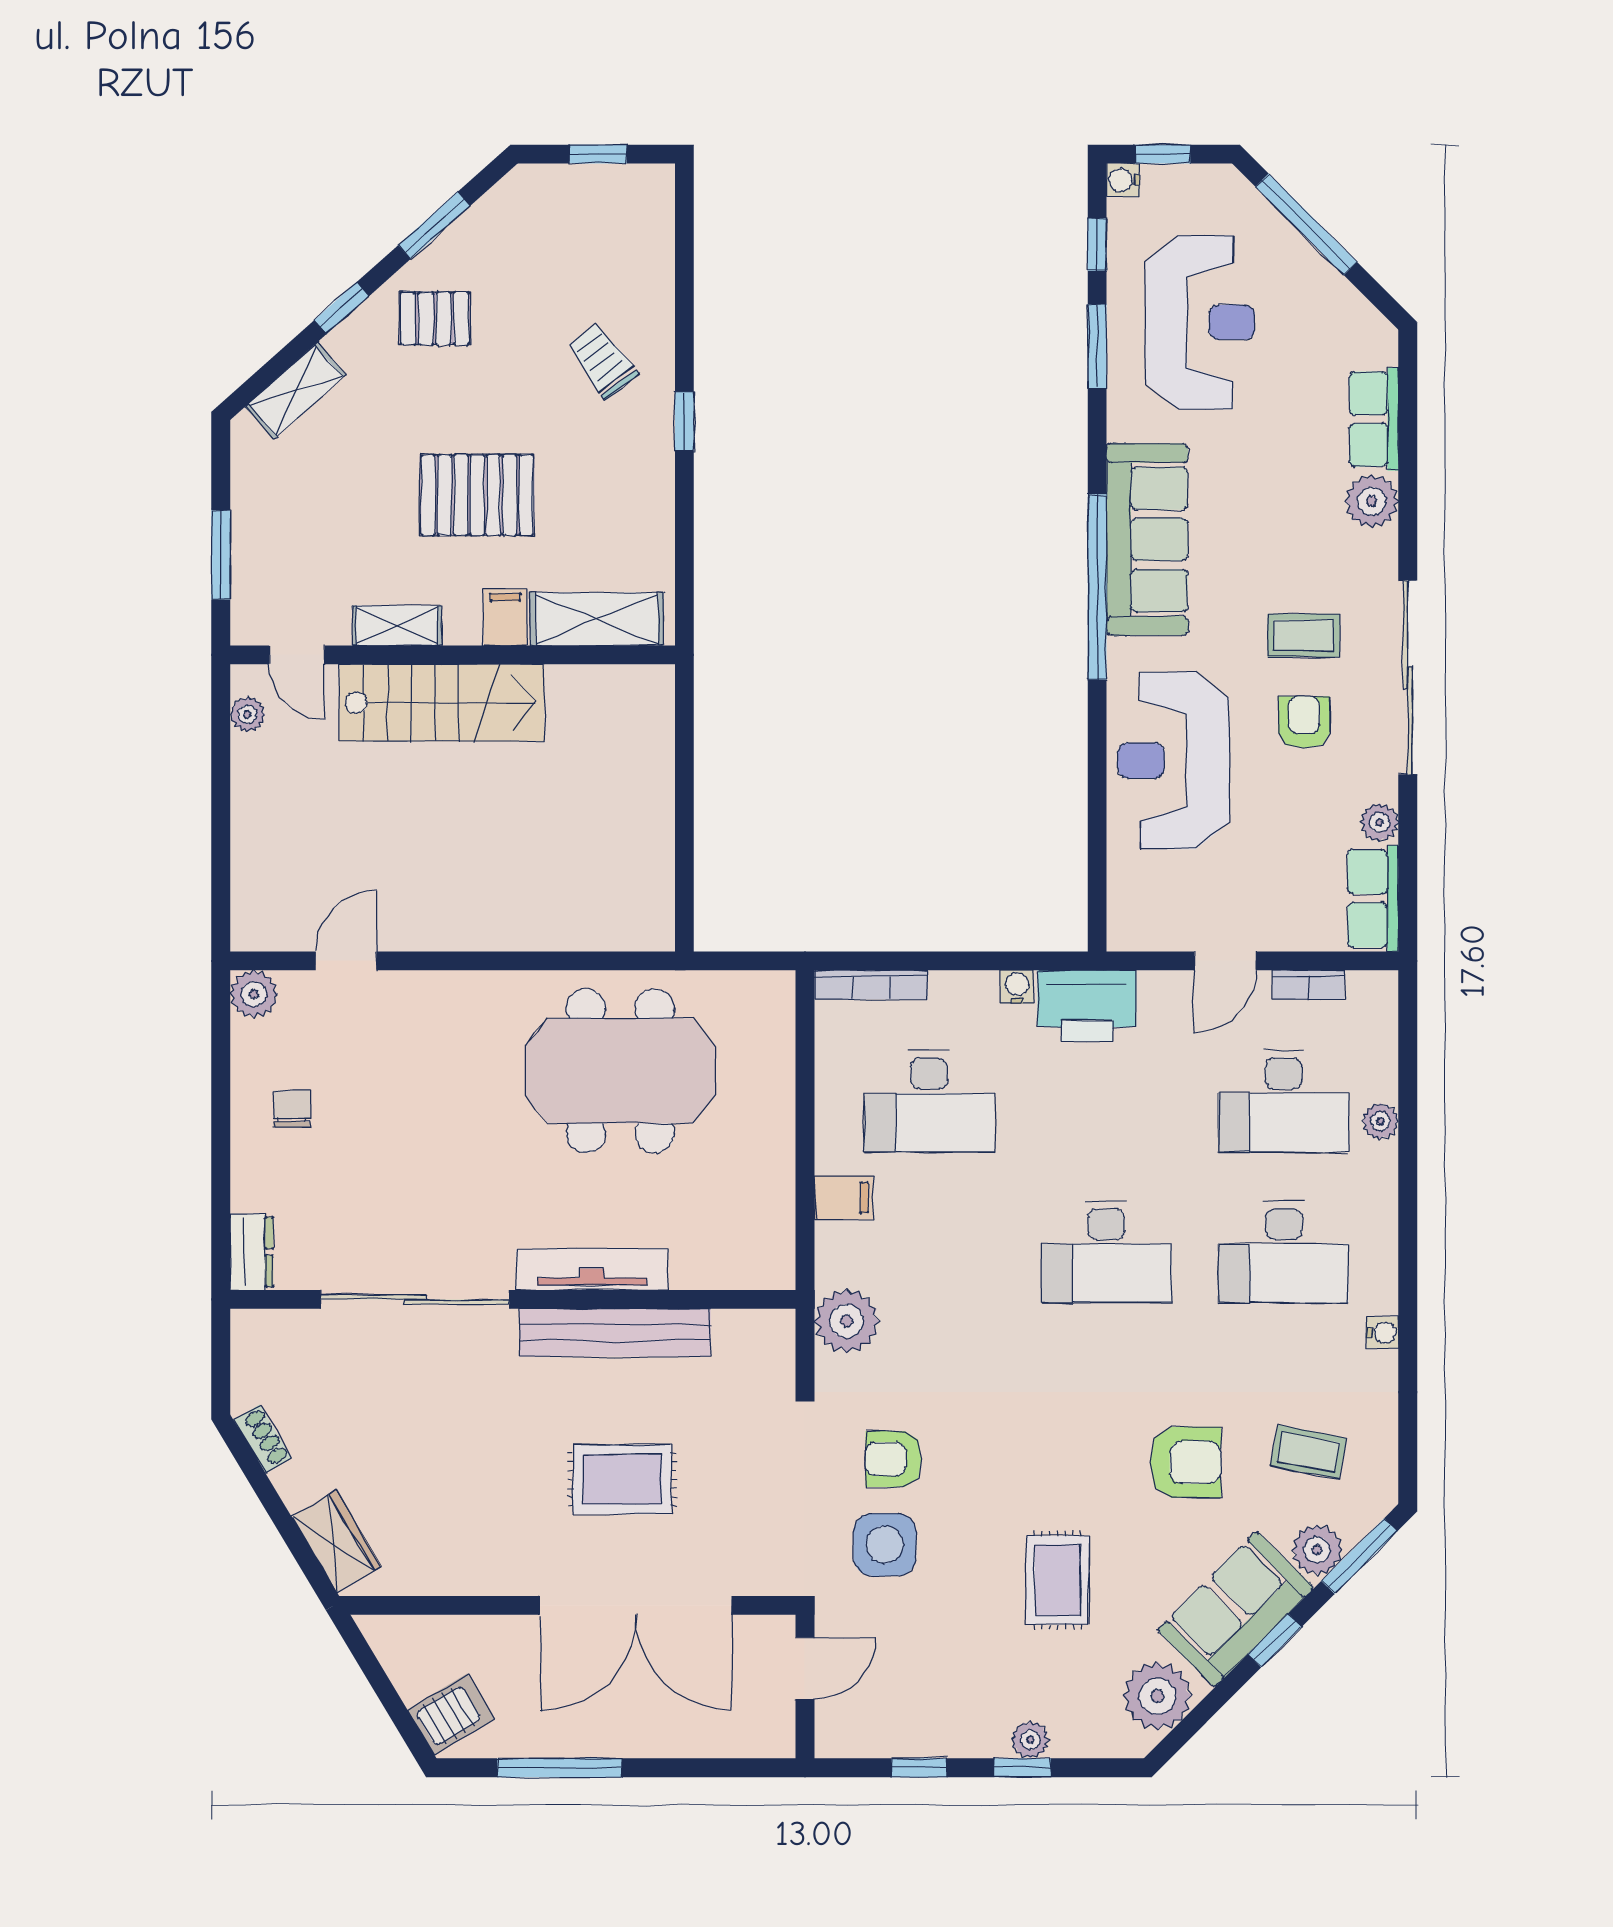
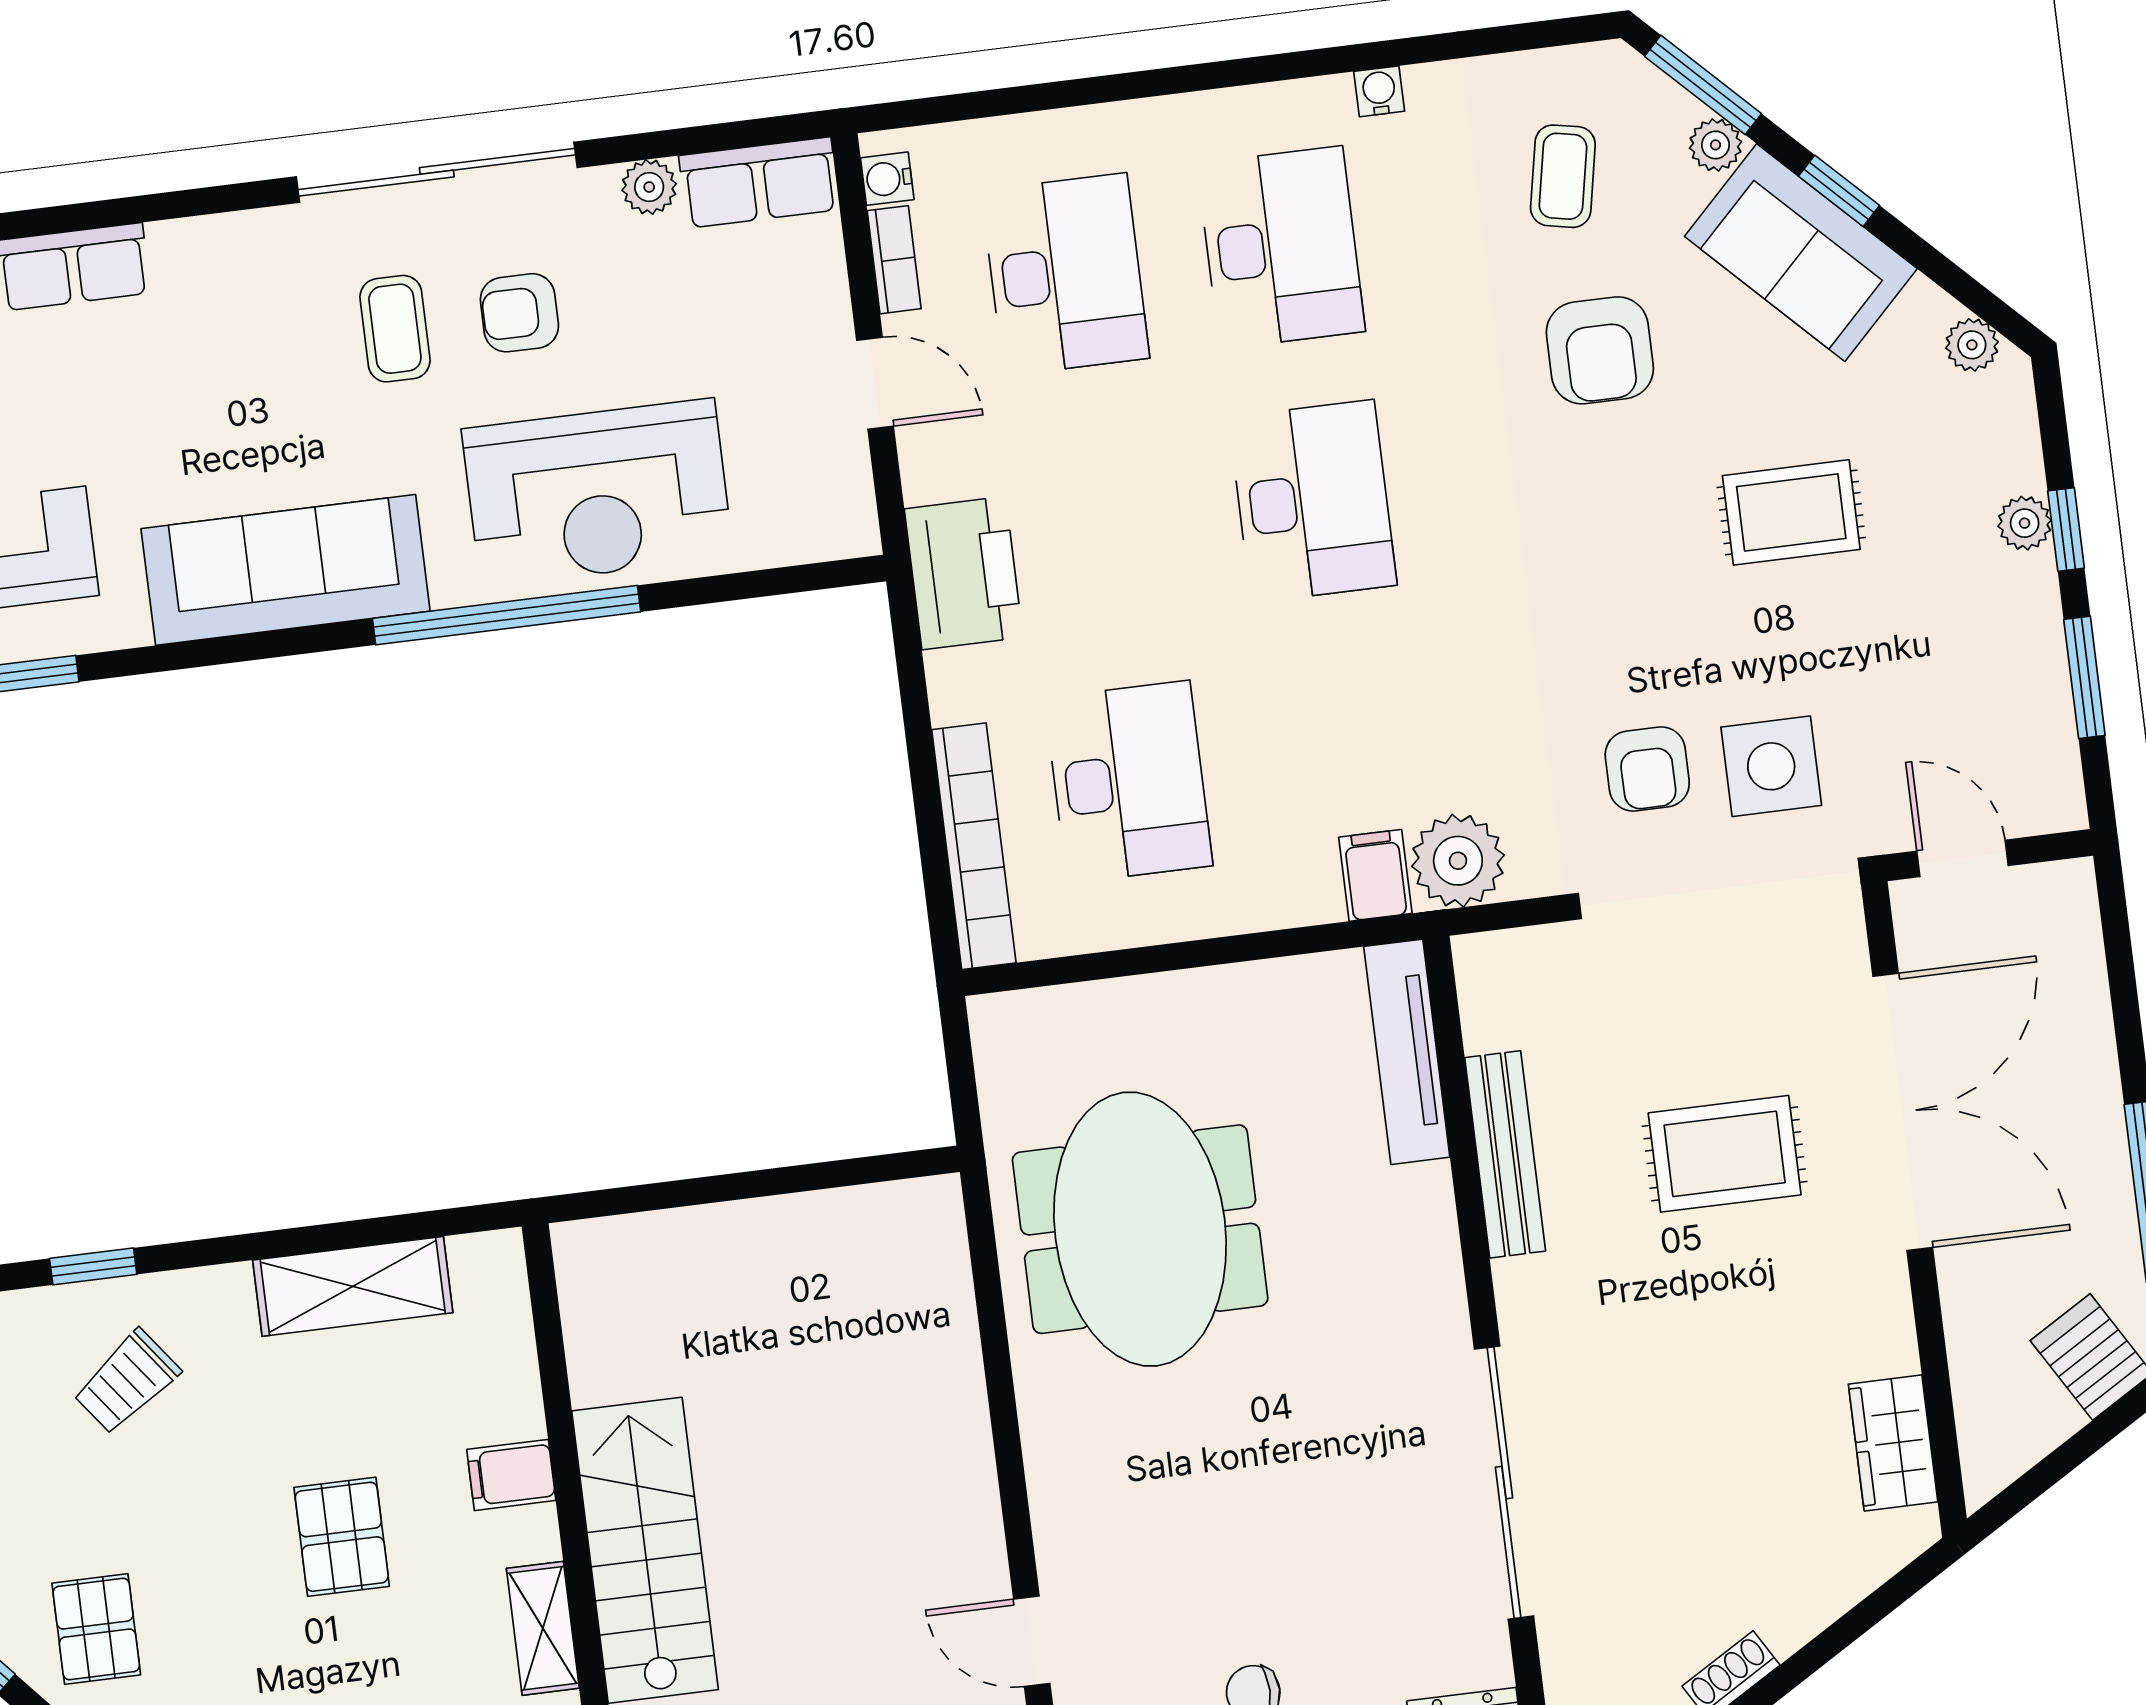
window: (684, 421) -> (93, 1266), moved
pallet: (477, 495) -> (342, 1537), width x0.67, depth x0.71
plant: (1372, 501) -> (191, 255), removed
window: (1097, 587) -> (507, 615), moved
shelving: (597, 619) -> (353, 1286), moved, turned 90
bookcase: (871, 985) -> (974, 846), width x1.48, depth x1.31
water cooler: (1017, 987) -> (887, 179), moved
plant: (1380, 1121) -> (1077, 132), removed
filing cabinet: (844, 1198) -> (1375, 875), moved
tv unit: (592, 1270) -> (1407, 1052), moved
bench: (615, 1332) -> (1505, 1154), width x0.73, depth x0.82
armchair: (1186, 1462) -> (1600, 350), turned 180
rug: (622, 1479) -> (1725, 1154), turned 90
wardrobe: (336, 1541) -> (1893, 1443), moved, turned -59
plant: (1317, 1550) -> (1715, 145), width x0.73, depth x0.73
plant: (1157, 1696) -> (1972, 345), width x0.53, depth x0.53
window: (919, 1768) -> (2084, 677), width x1.50

